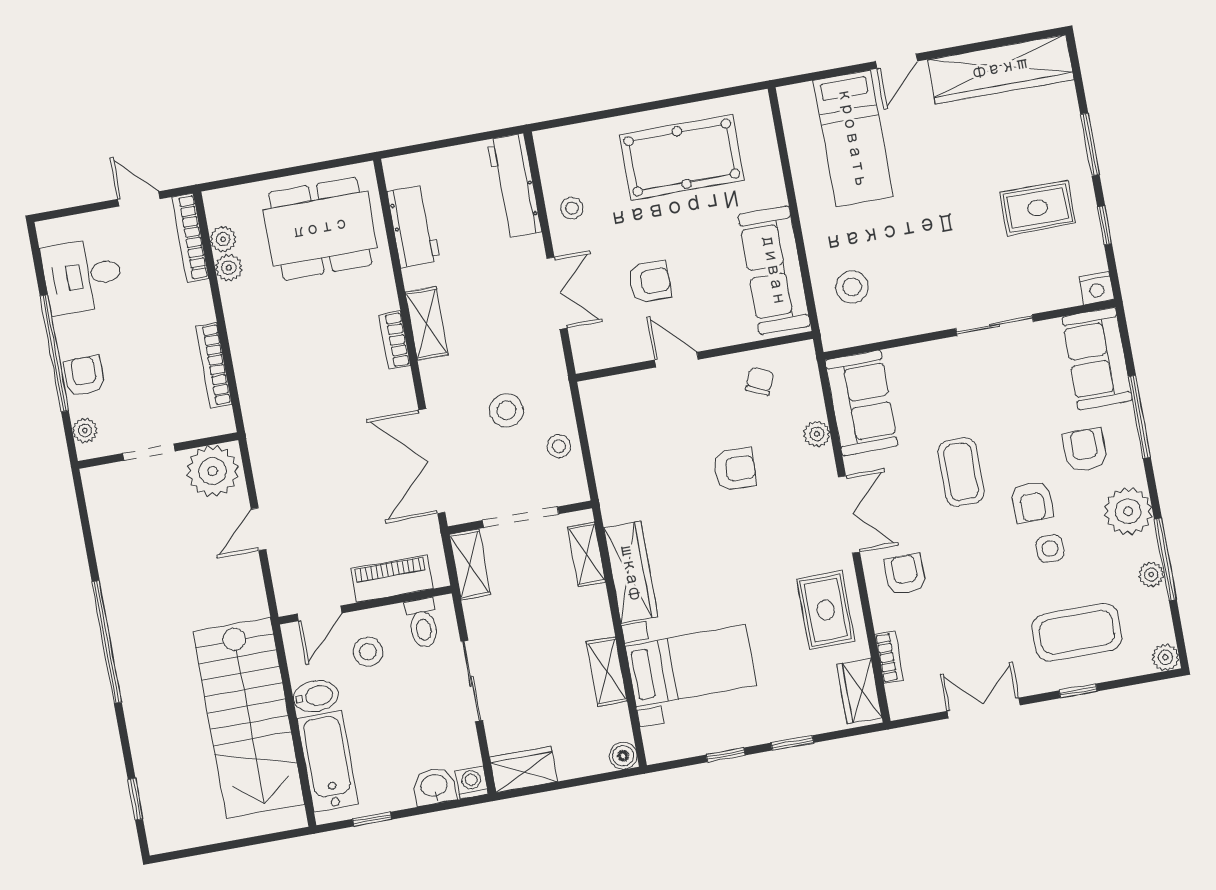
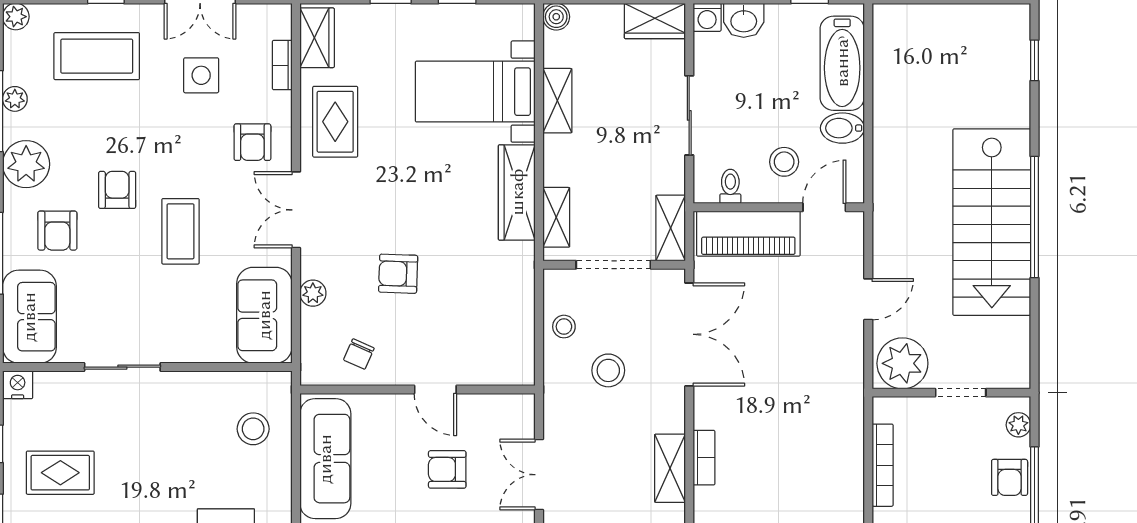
side table: (1050, 549) -> (201, 75), moved, width x1.37, depth x1.37
piano: (392, 579) -> (748, 234), width x1.37, depth x1.33
toilet: (423, 623) -> (730, 186), width x0.73, depth x0.72
stairs: (249, 718) -> (992, 222), moved, turned 180

